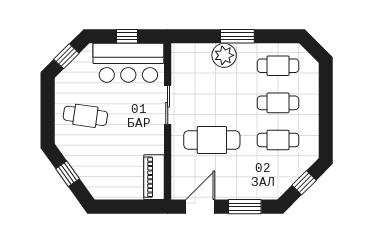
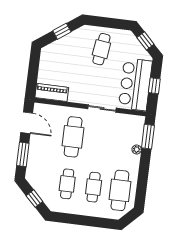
window: (237, 36) -> (148, 137), moved
plant: (224, 55) -> (137, 150), width x0.53, depth x0.53
cafe table: (278, 66) -> (120, 190), width x1.37, depth x1.35

